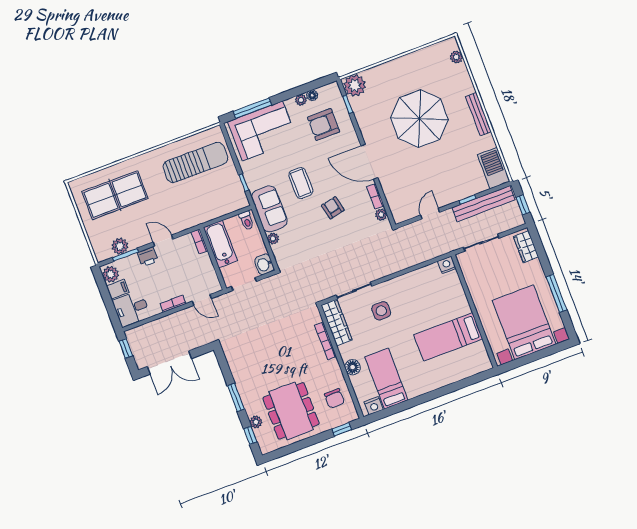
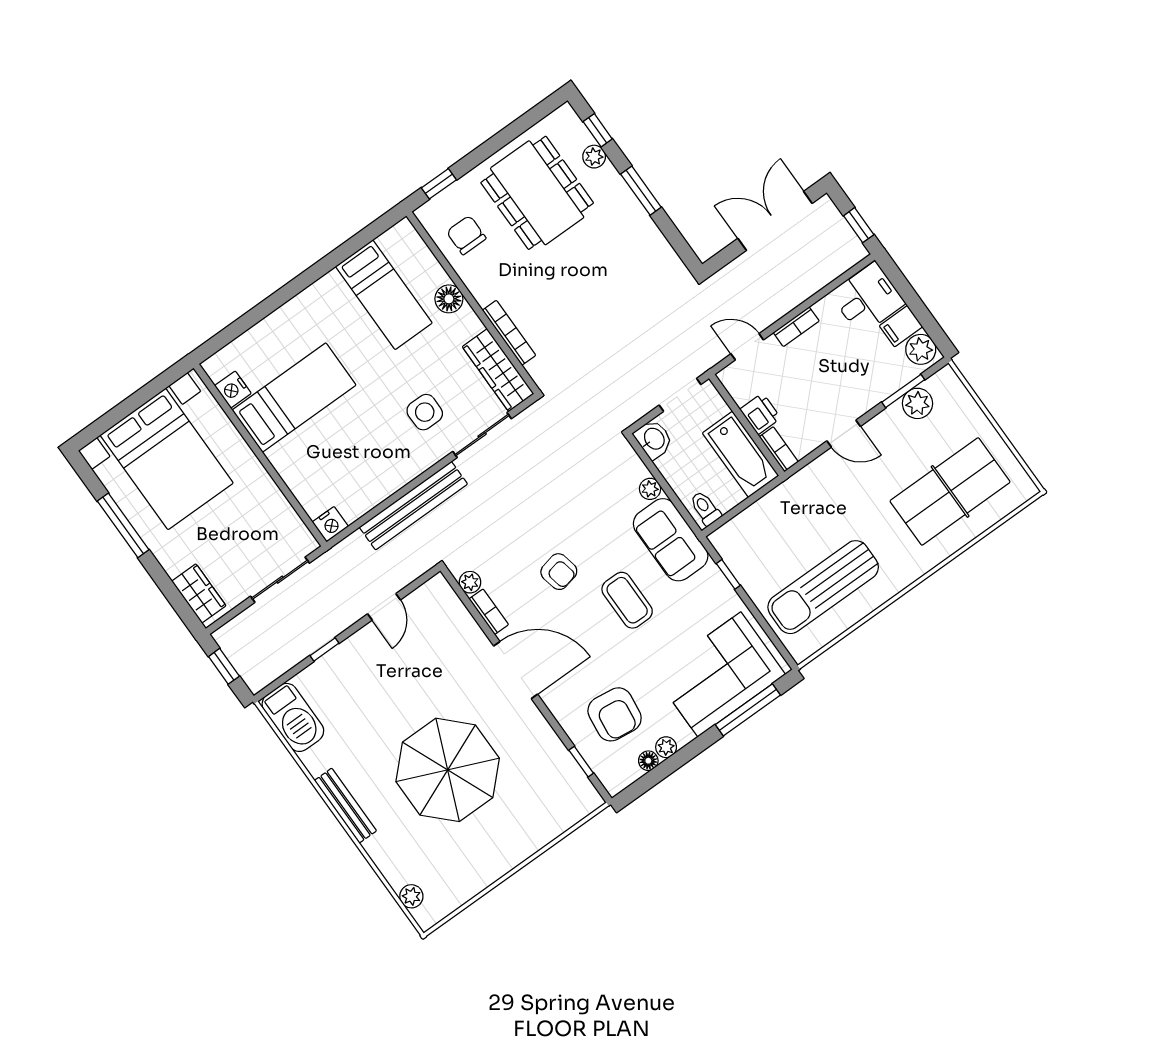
plant: (355, 86) -> (578, 798), removed
armchair: (323, 124) -> (615, 714), turned 97
bench: (484, 204) -> (413, 506), moved
printer: (148, 257) -> (760, 414), moved, turned 90
nightstand: (374, 406) -> (233, 389), moved, turned -90

